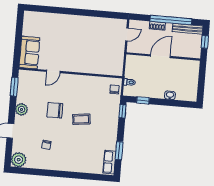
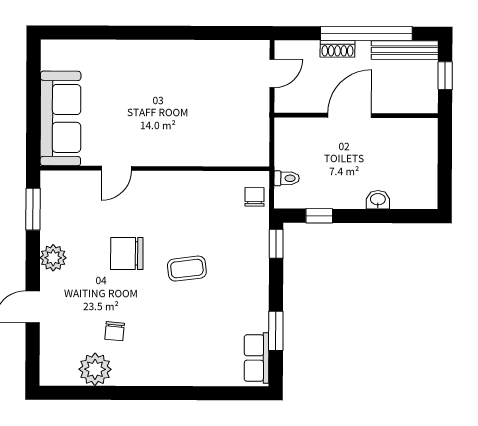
sofa: (29, 53) -> (60, 118), width x1.36
plant: (19, 160) -> (95, 369), moved

